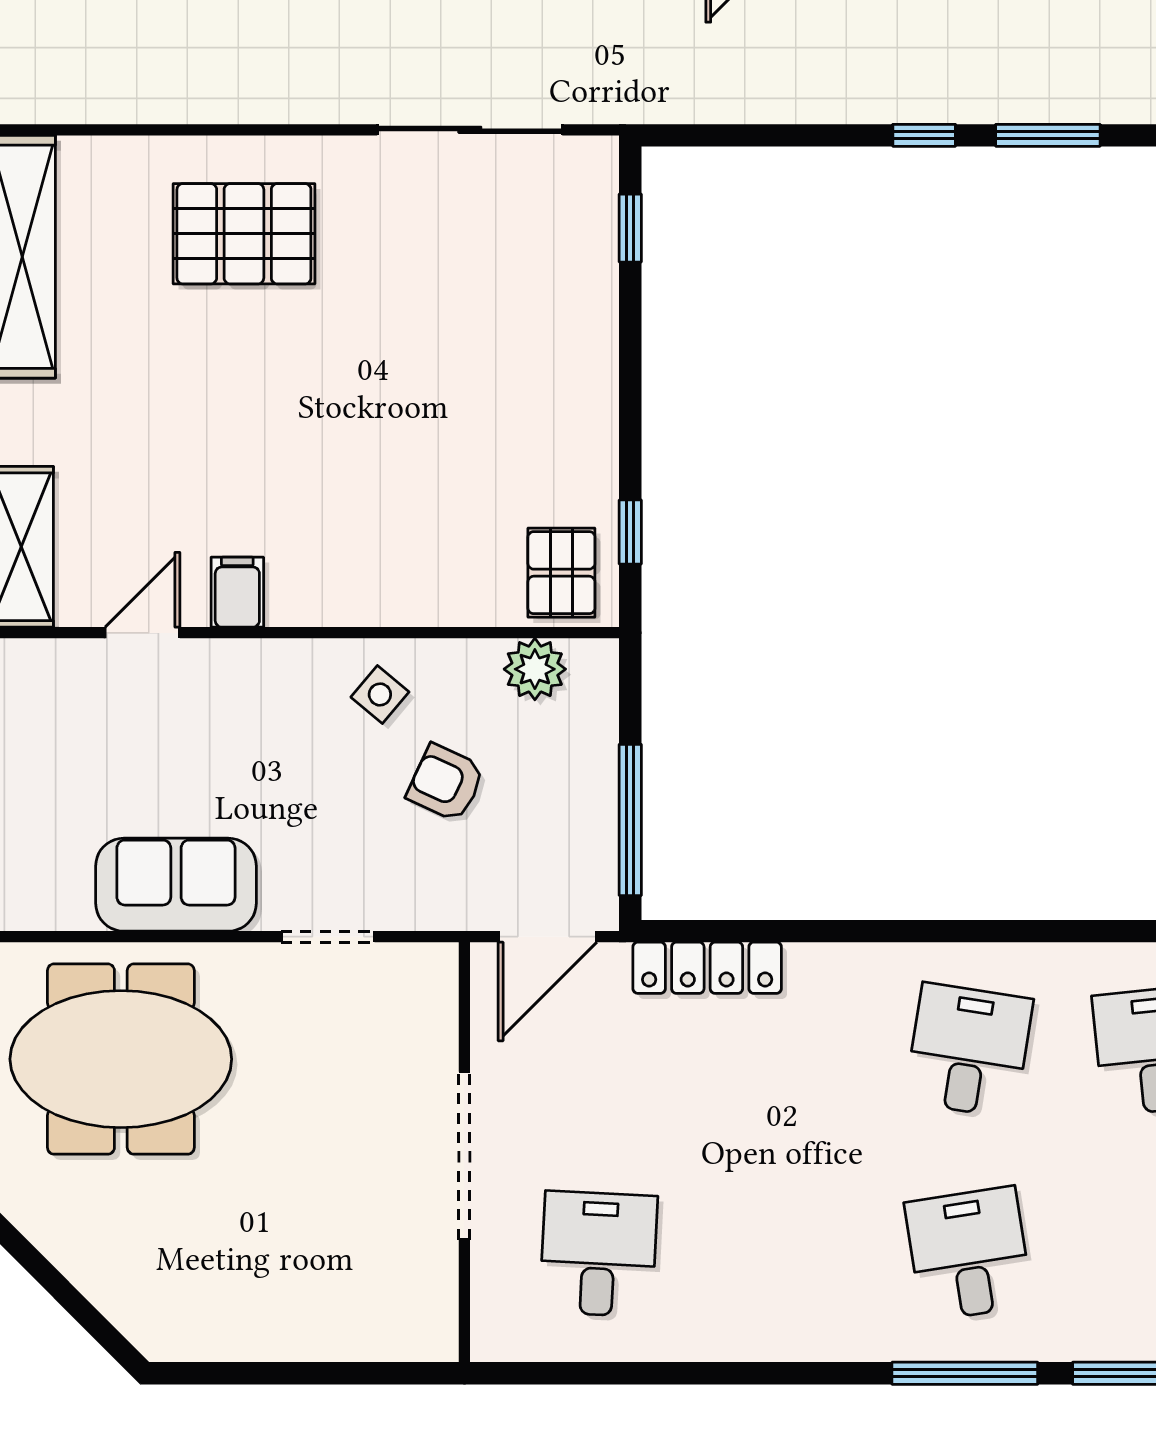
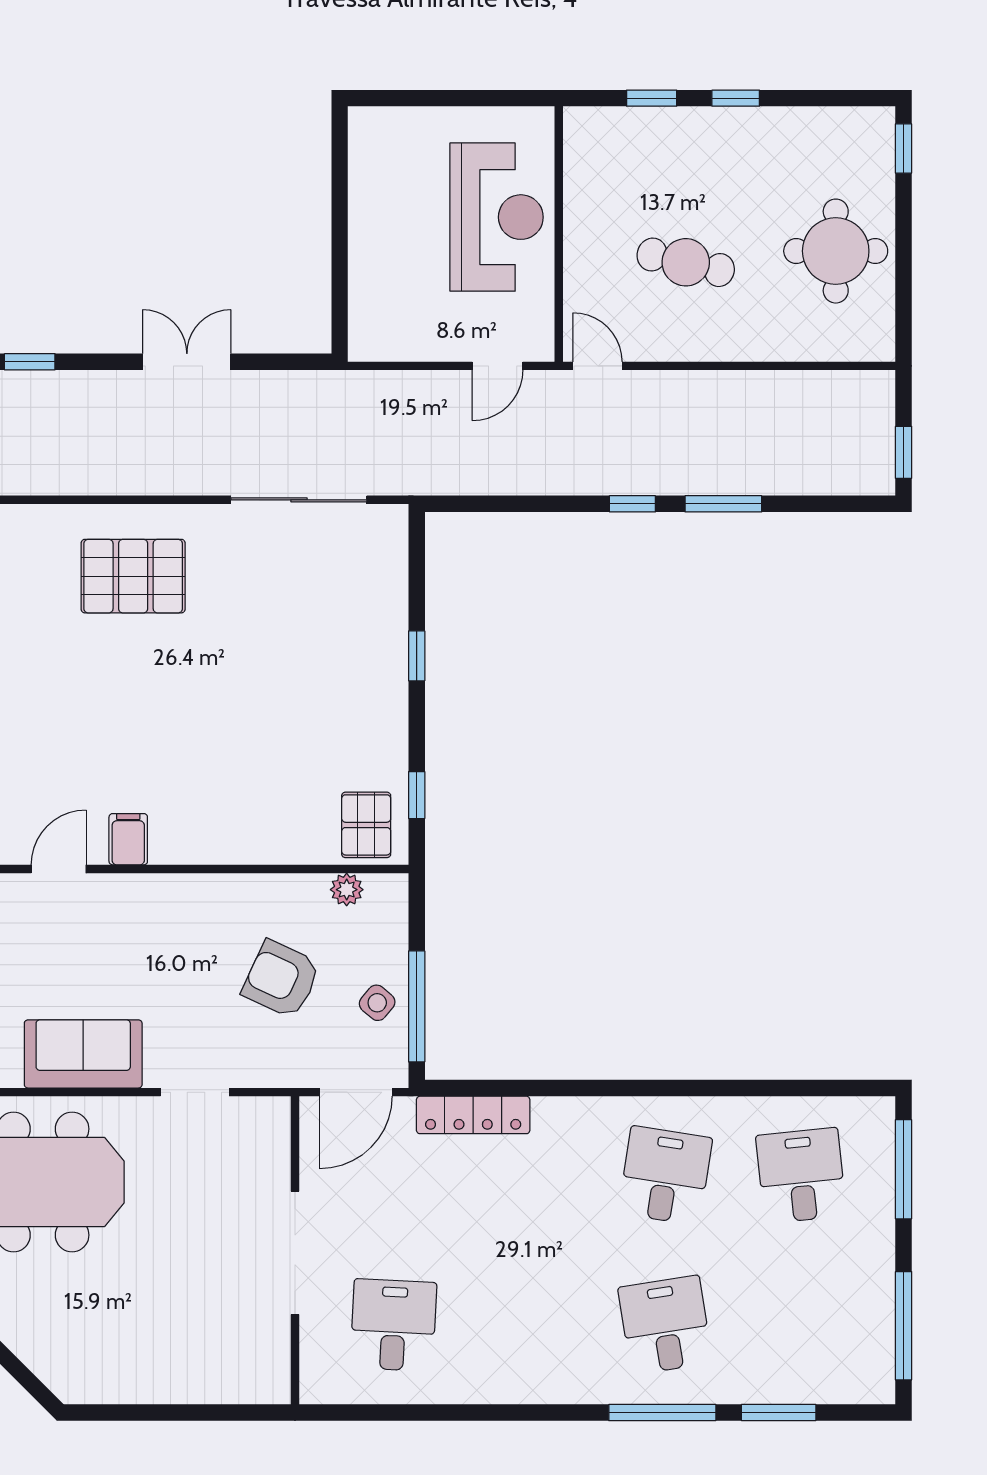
window: (630, 228) -> (417, 656), moved
plant: (535, 669) -> (347, 890), width x0.73, depth x0.73
side table: (380, 694) -> (377, 1003), moved
armchair: (446, 783) -> (281, 979), width x1.38, depth x1.38

